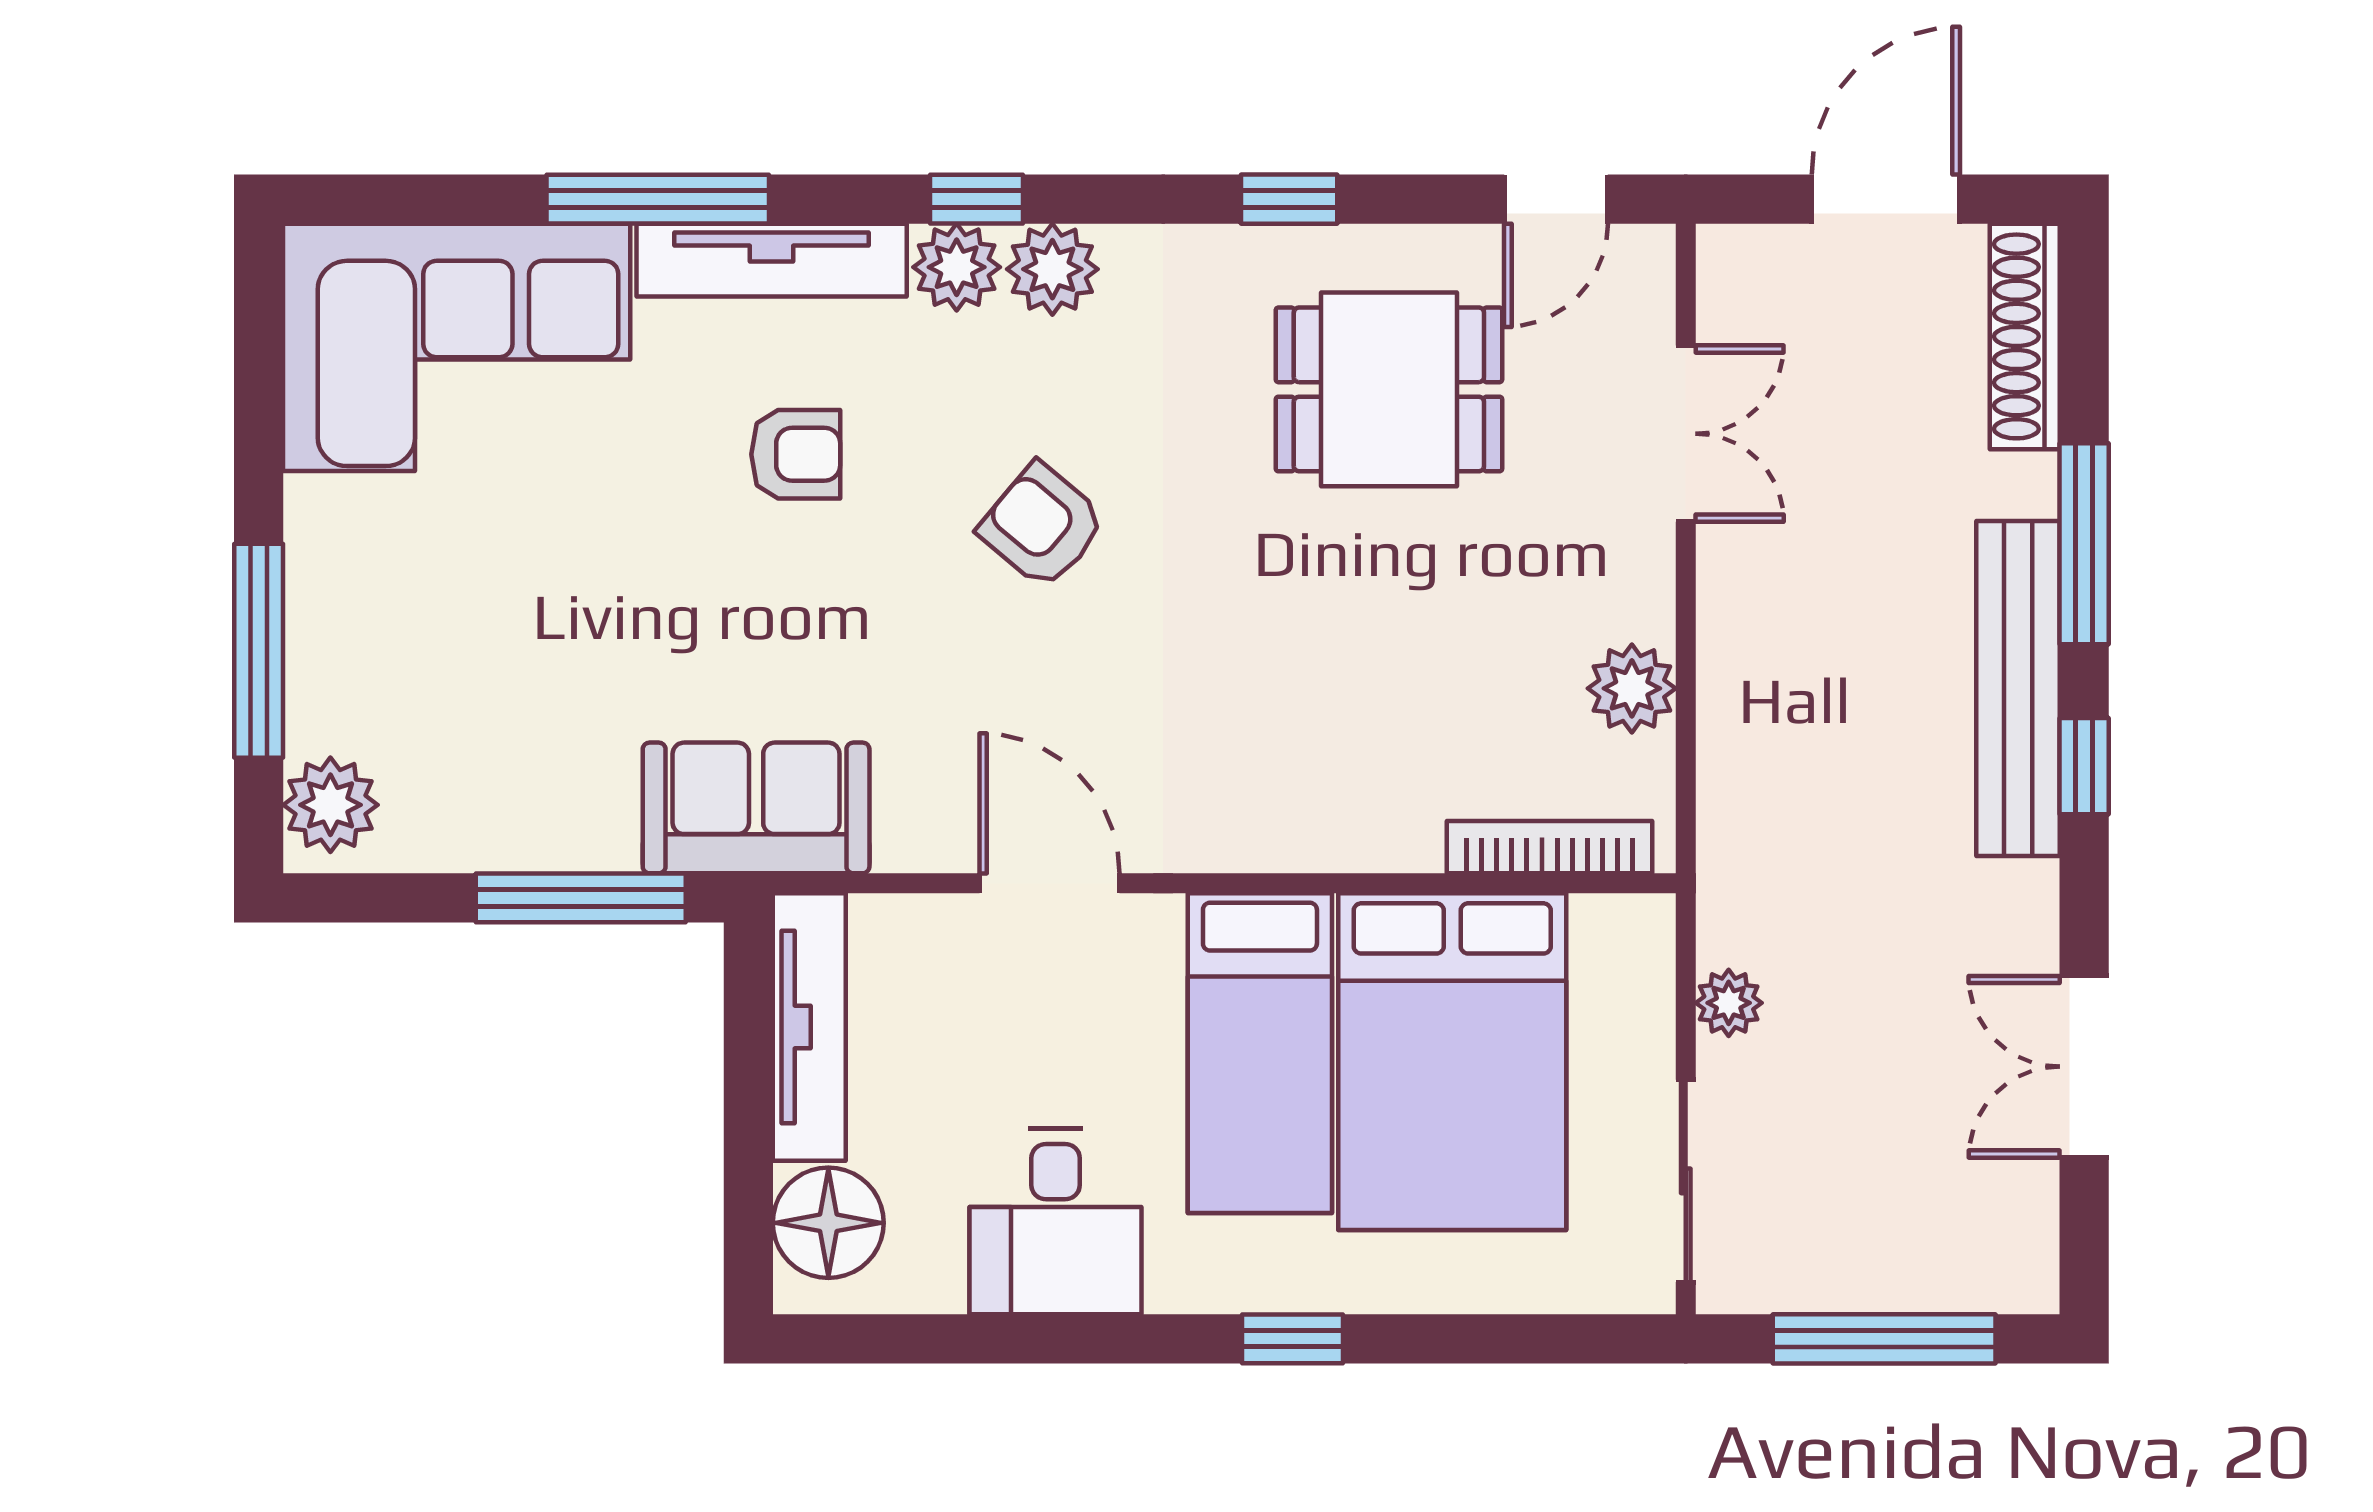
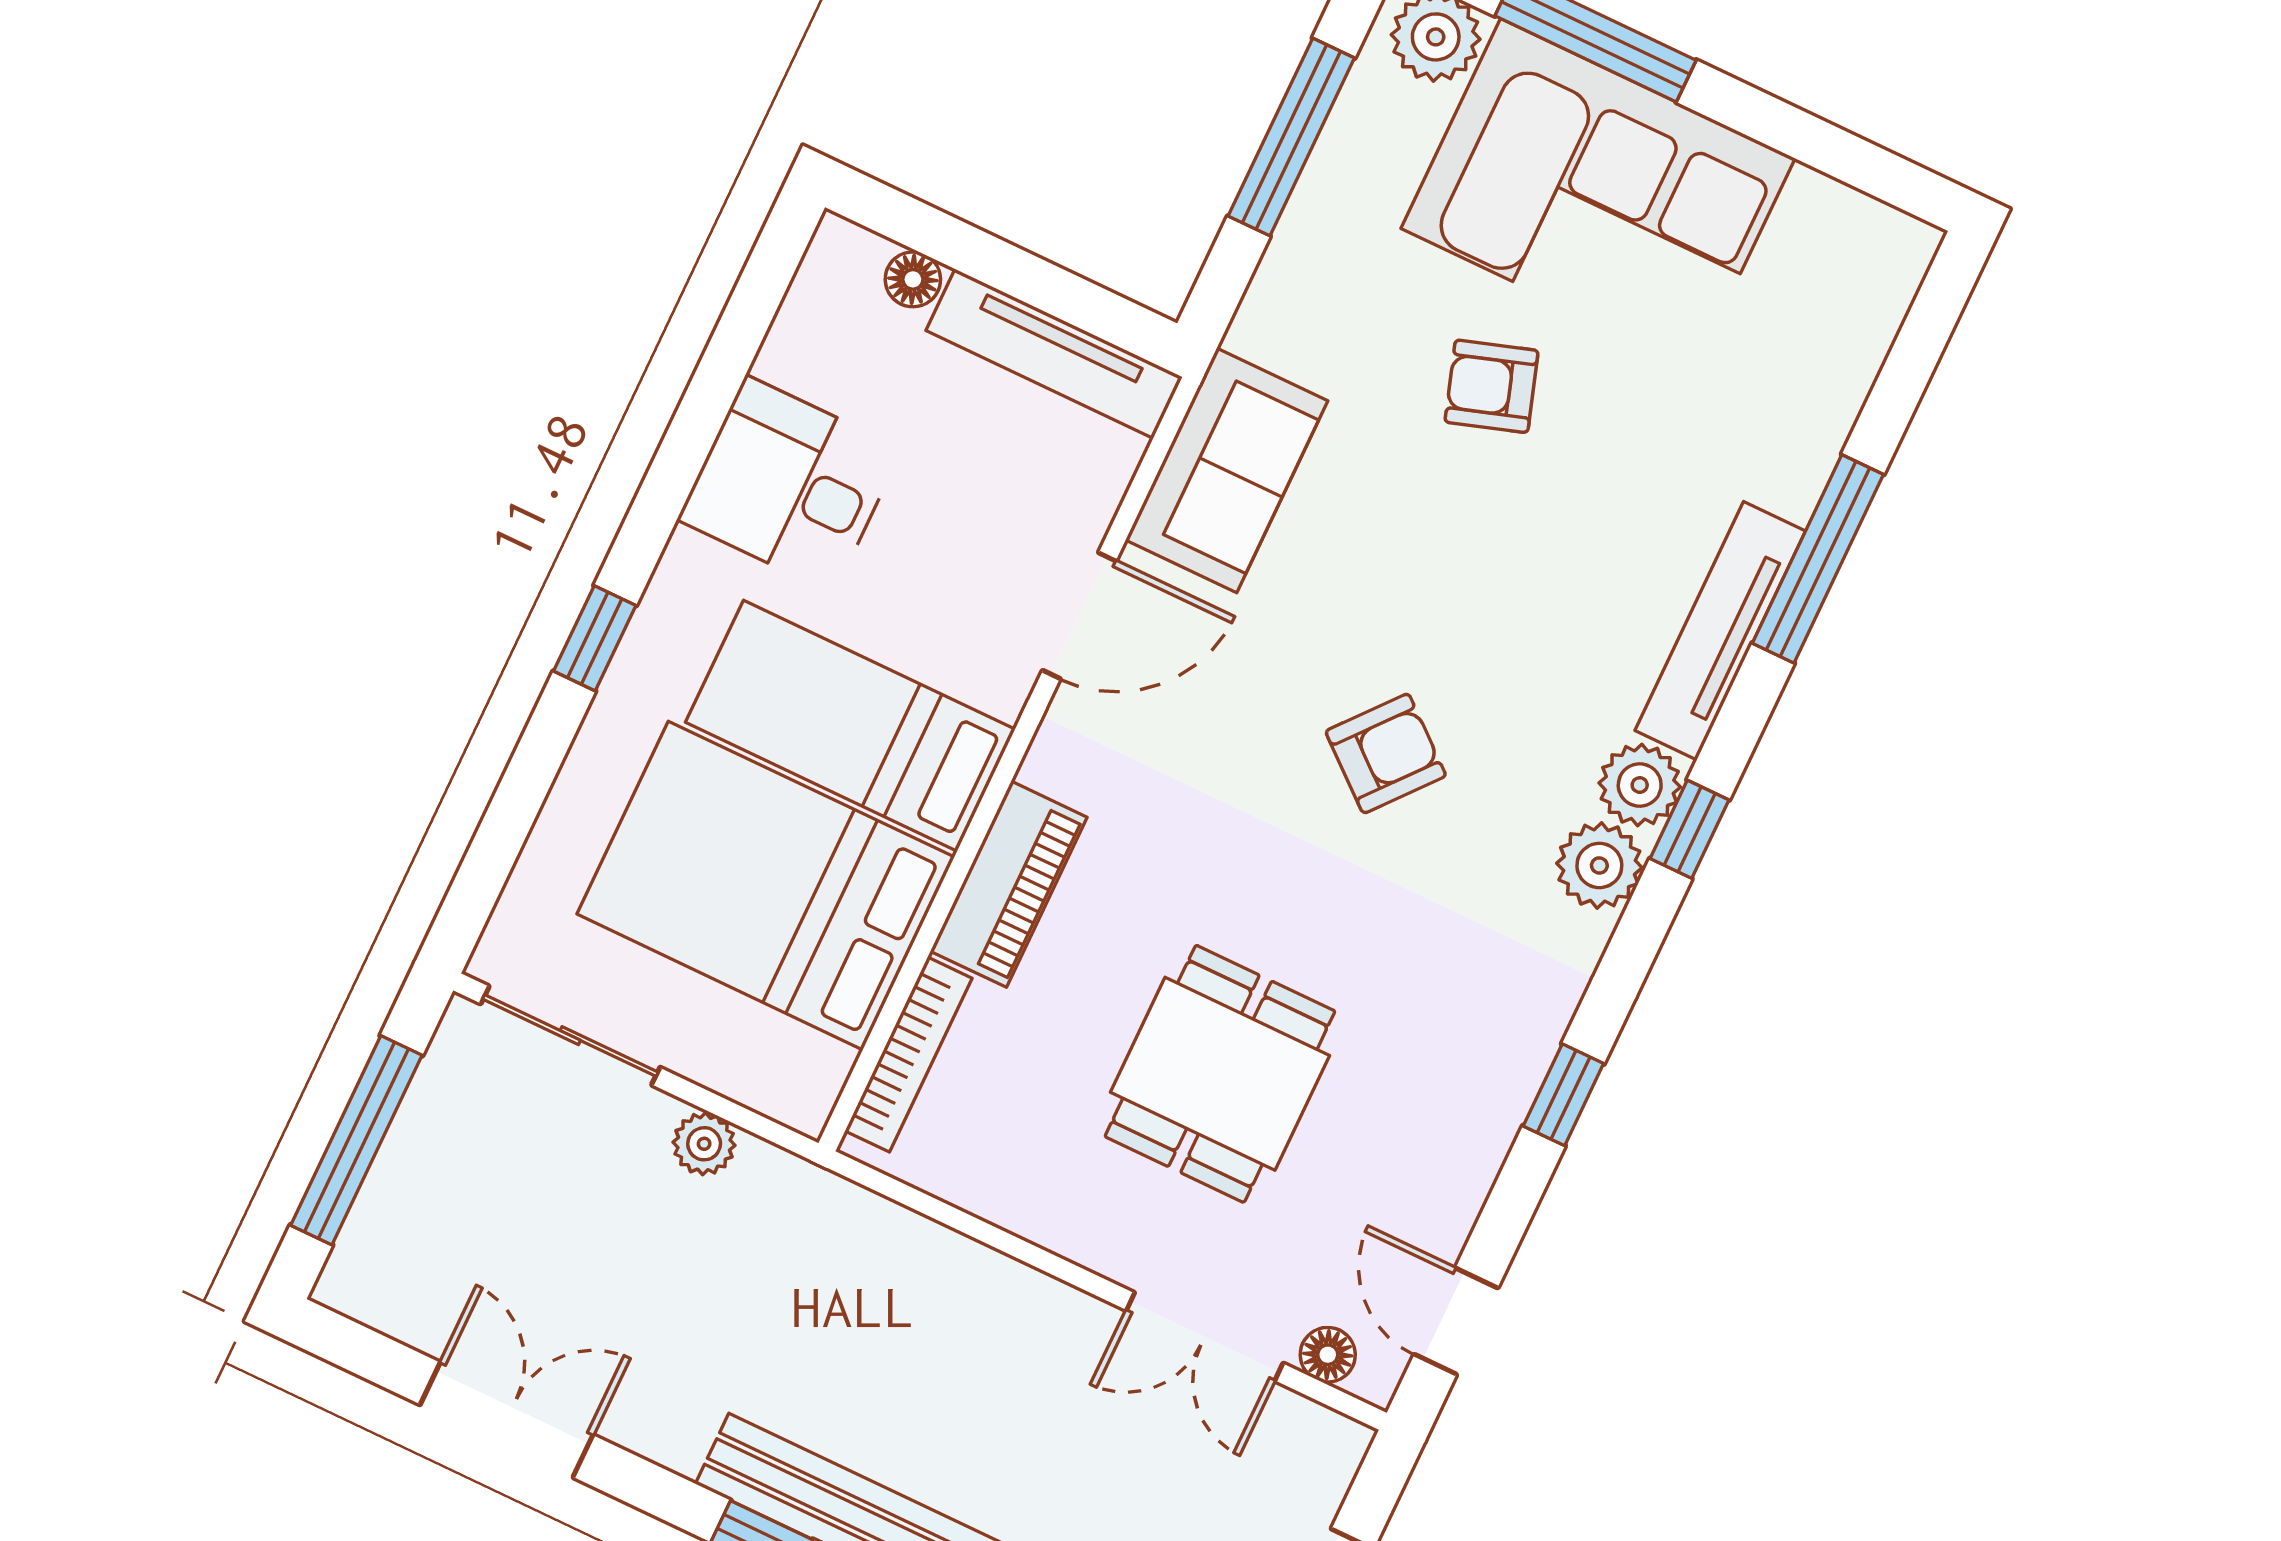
floor lamp: (1647, 307) -> (1328, 1355), added
corner sofa: (457, 347) -> (1598, 193), moved, turned -90
dining table: (1389, 389) -> (1220, 1074), moved
armchair: (796, 454) -> (1491, 386), moved, turned 72
plant: (1632, 688) -> (1010, 1188), removed
sofa: (756, 808) -> (1227, 470), moved
piano: (1340, 829) -> (1009, 884), added
window: (581, 898) -> (1291, 137), moved
floor lamp: (828, 1223) -> (913, 279), width x0.53, depth x0.53

